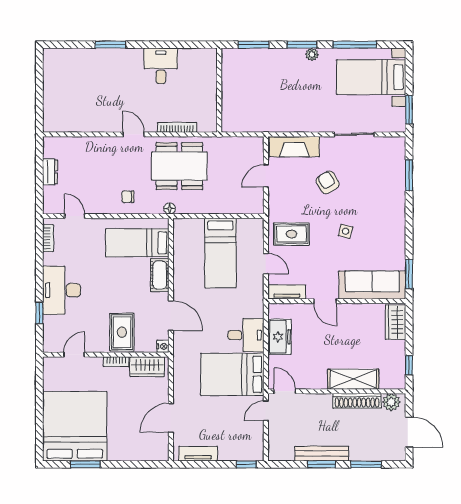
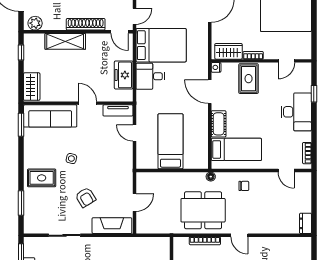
dresser: (50, 172) -> (305, 223), moved
rug: (291, 234) -> (42, 178), moved
shoe rack: (357, 401) -> (86, 24), moved

